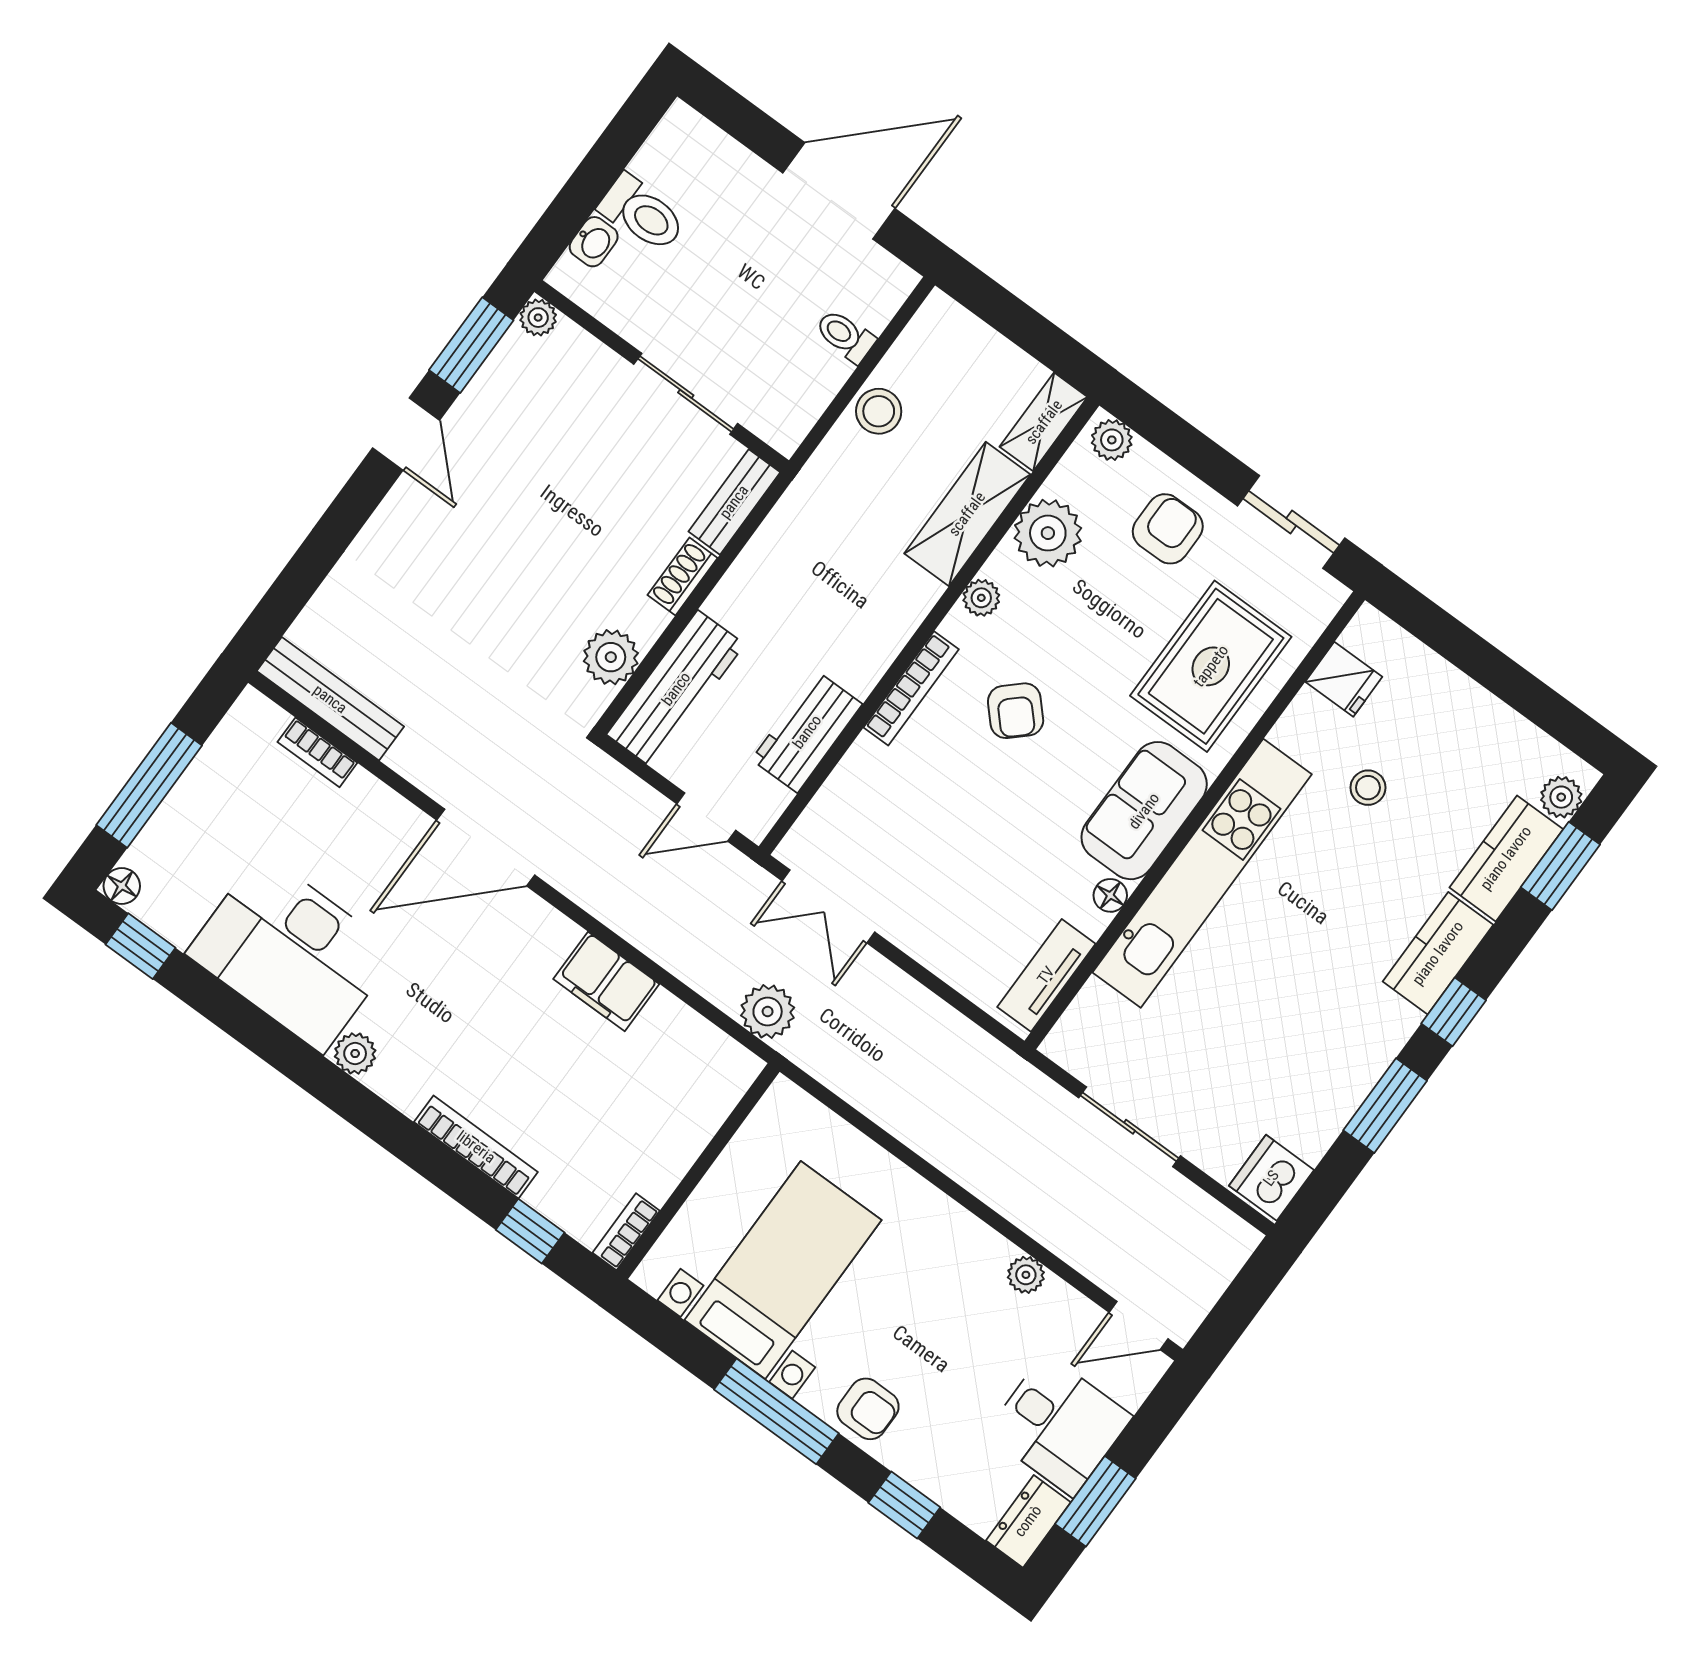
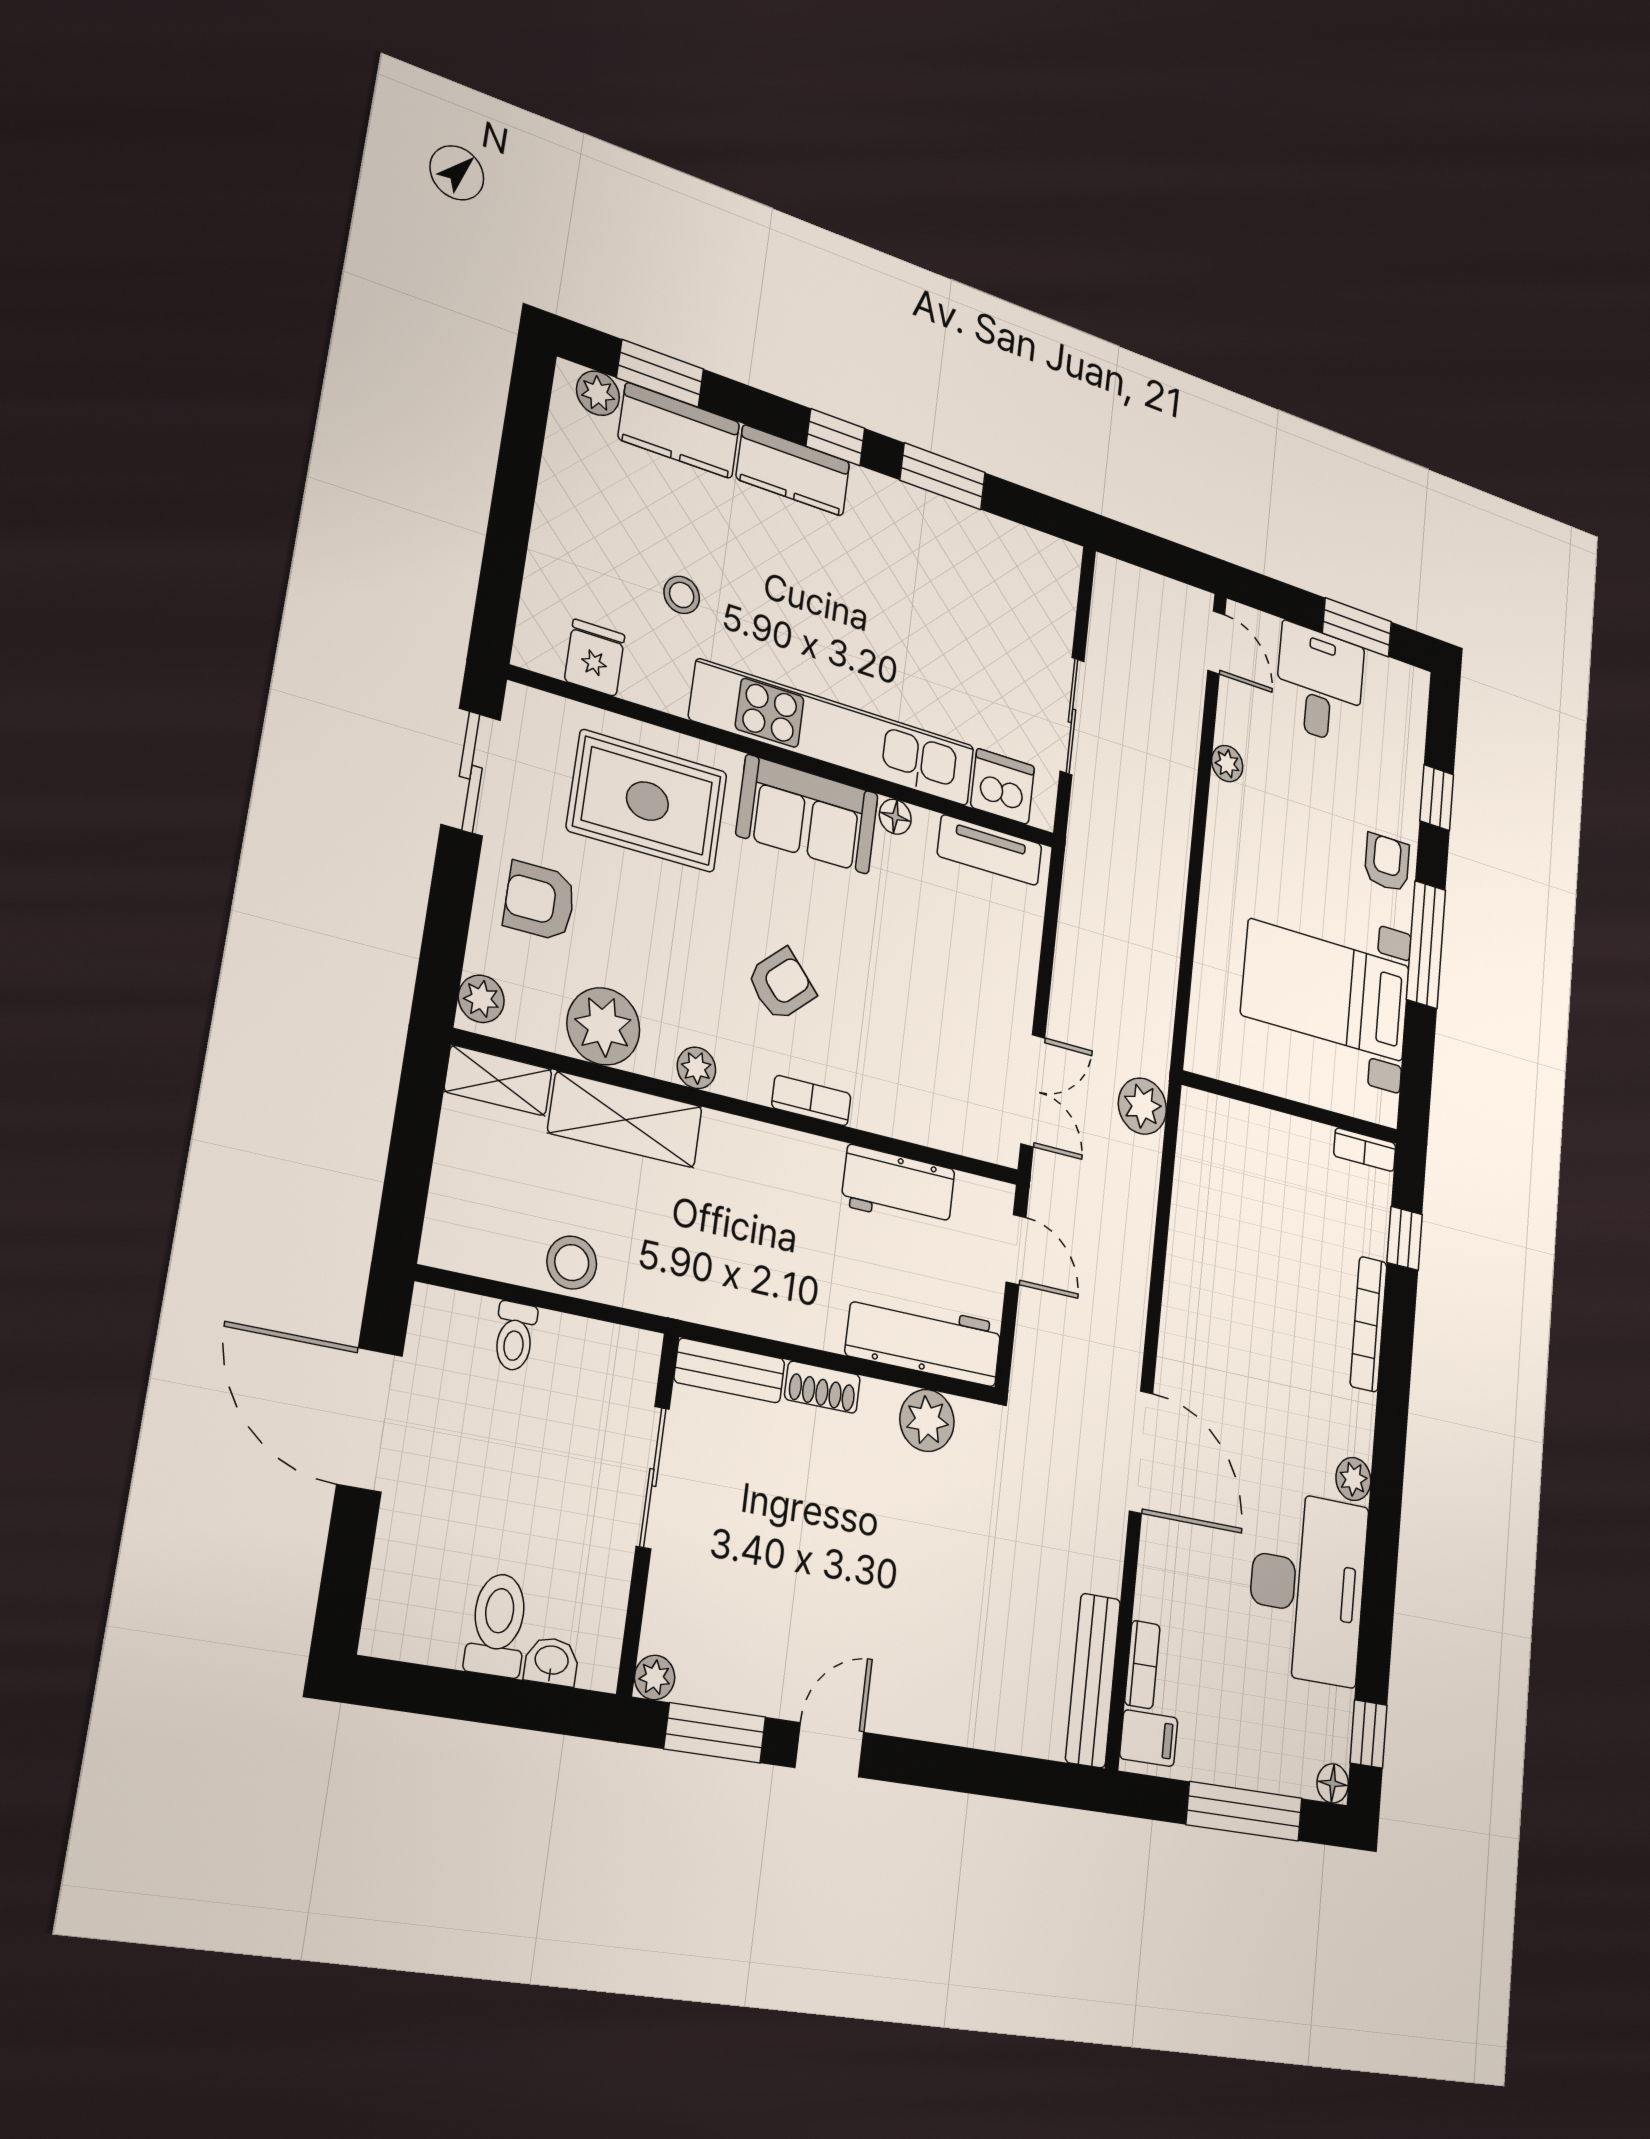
bookcase: (911, 688) -> (811, 1101), width x0.64
filing cabinet: (606, 981) -> (1149, 1738), moved, width x0.50
dishwasher: (1271, 1178) -> (1003, 787), moved, turned 180
dresser: (1028, 1521) -> (1398, 681), removed

